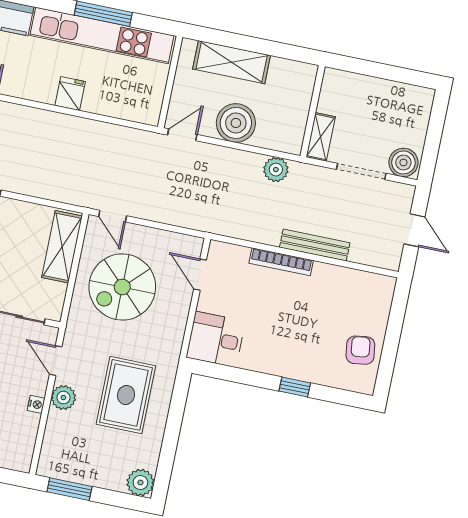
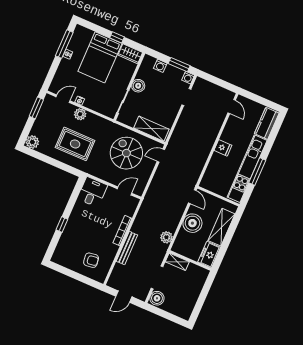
freezer: (293, 76) -> (209, 255), added
armchair: (360, 350) -> (91, 260), moved
door: (56, 361) -> (63, 99), moved

